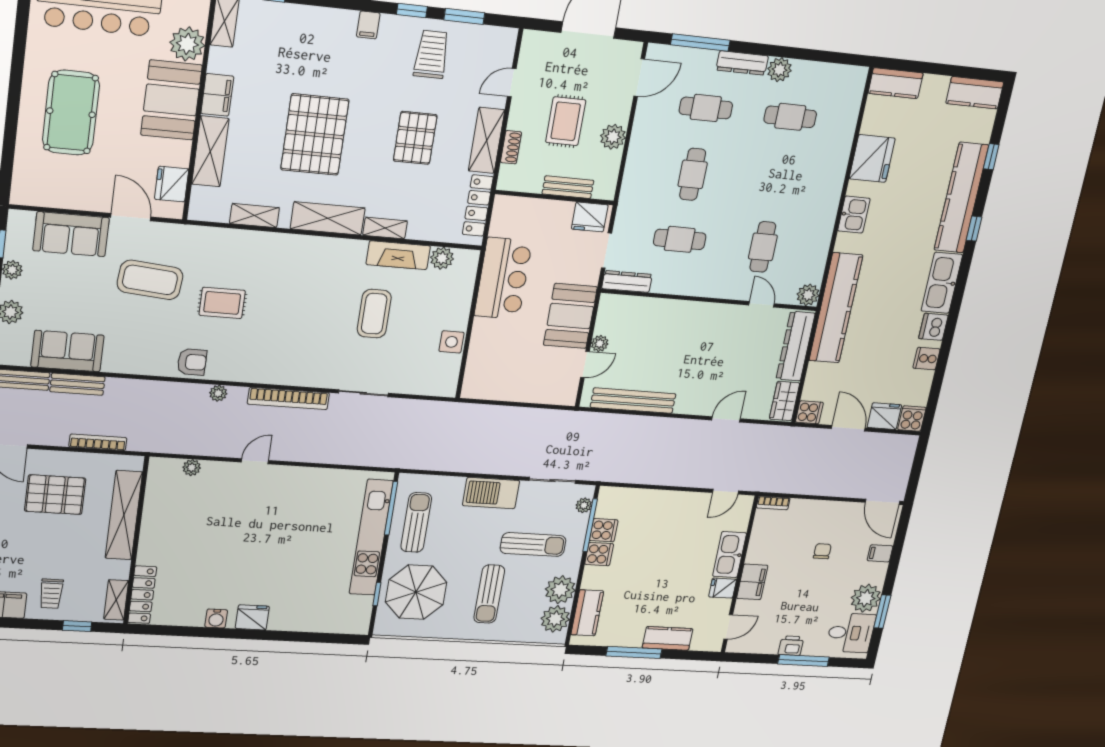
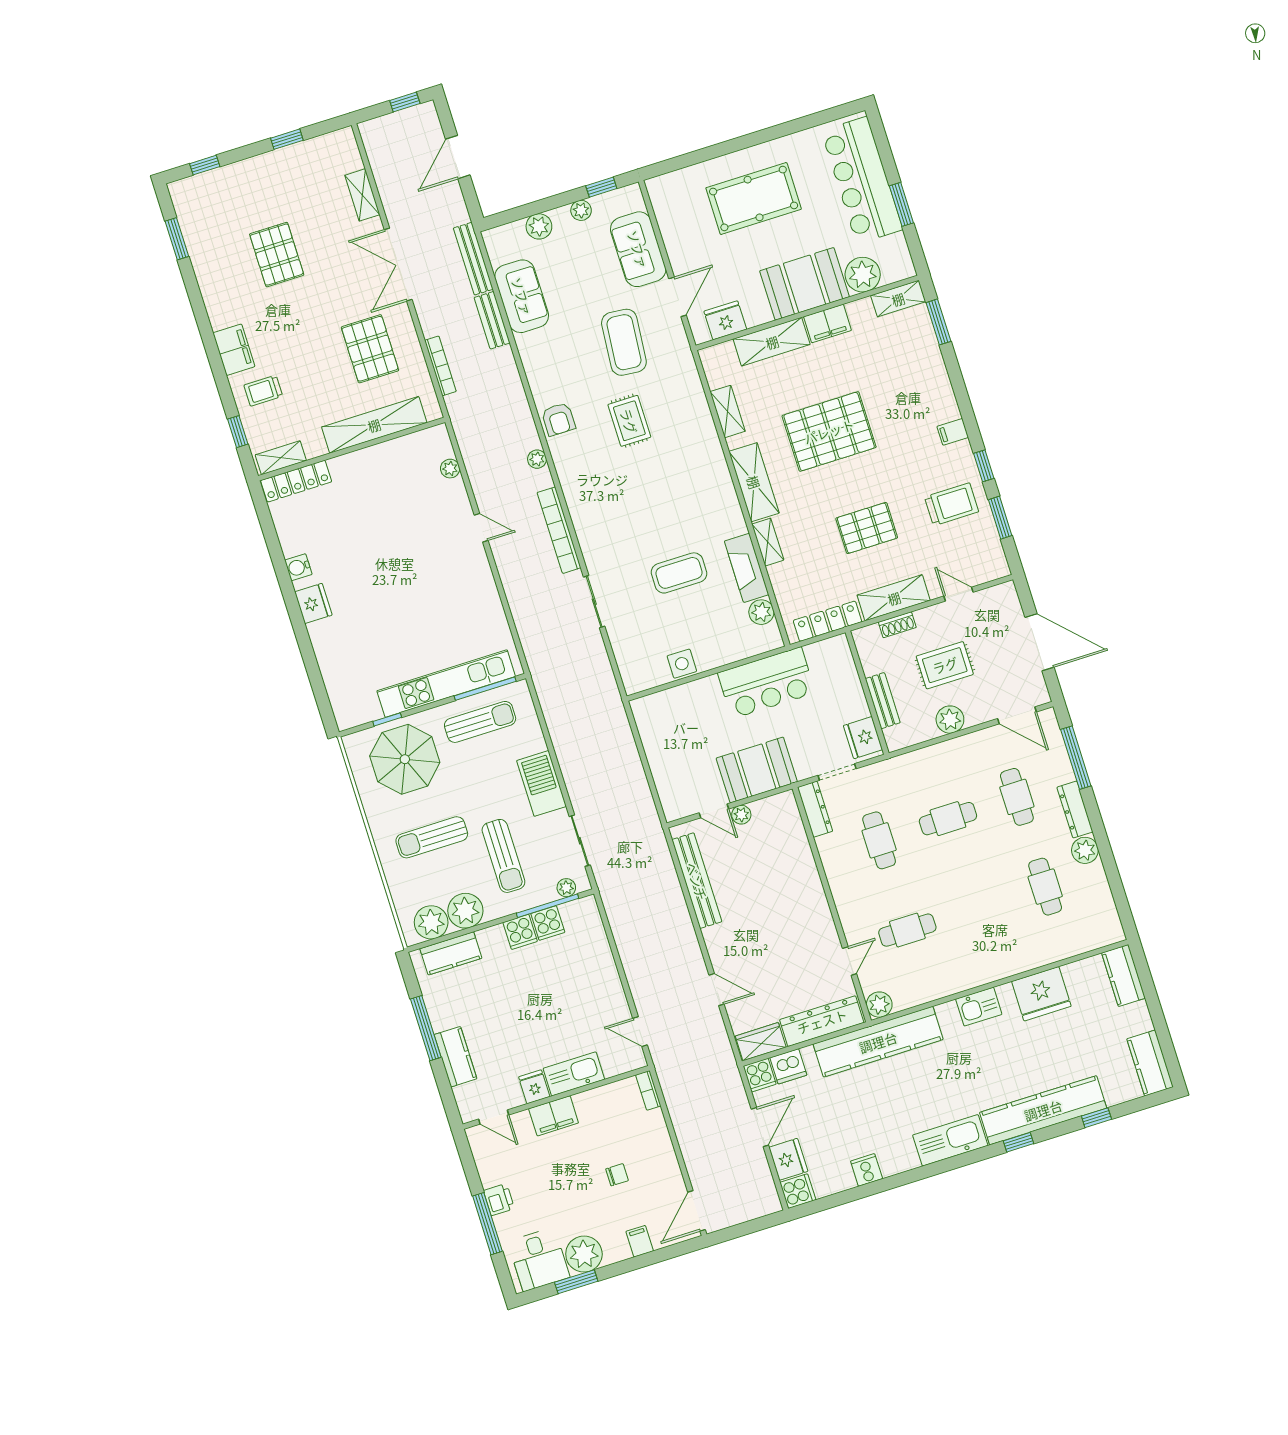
dishwasher: (933, 327) -> (788, 1066), moved, turned 180

